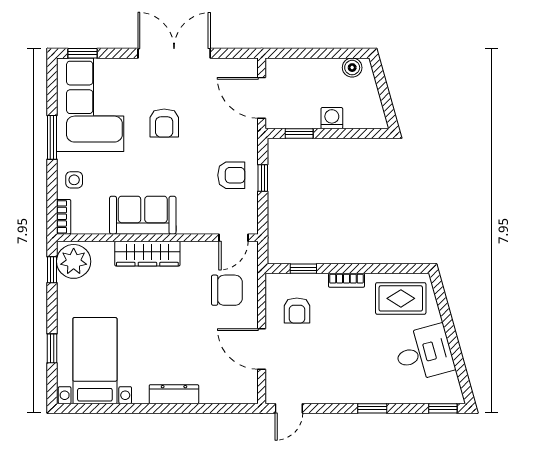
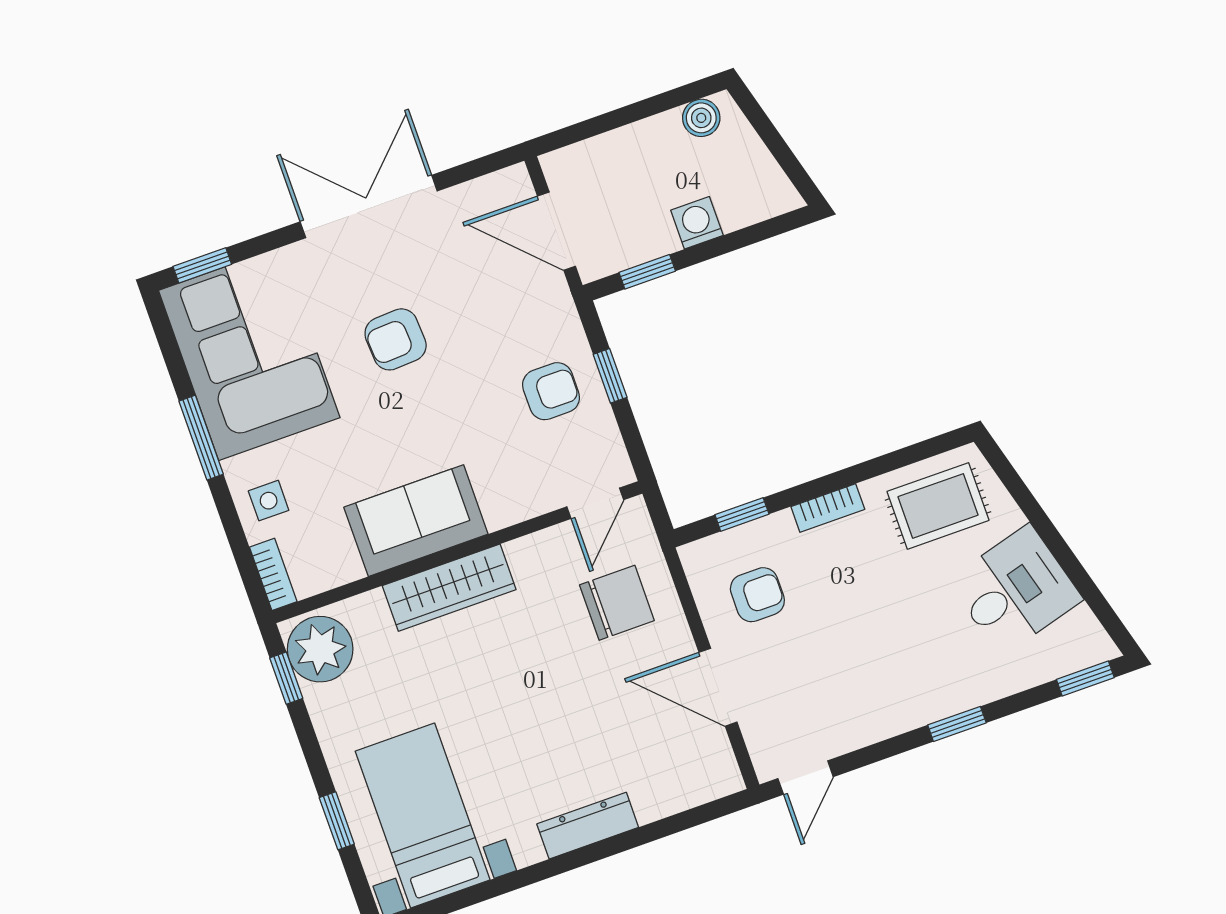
armchair: (164, 123) -> (396, 339), turned 87
armchair: (297, 311) -> (757, 595), turned -90

